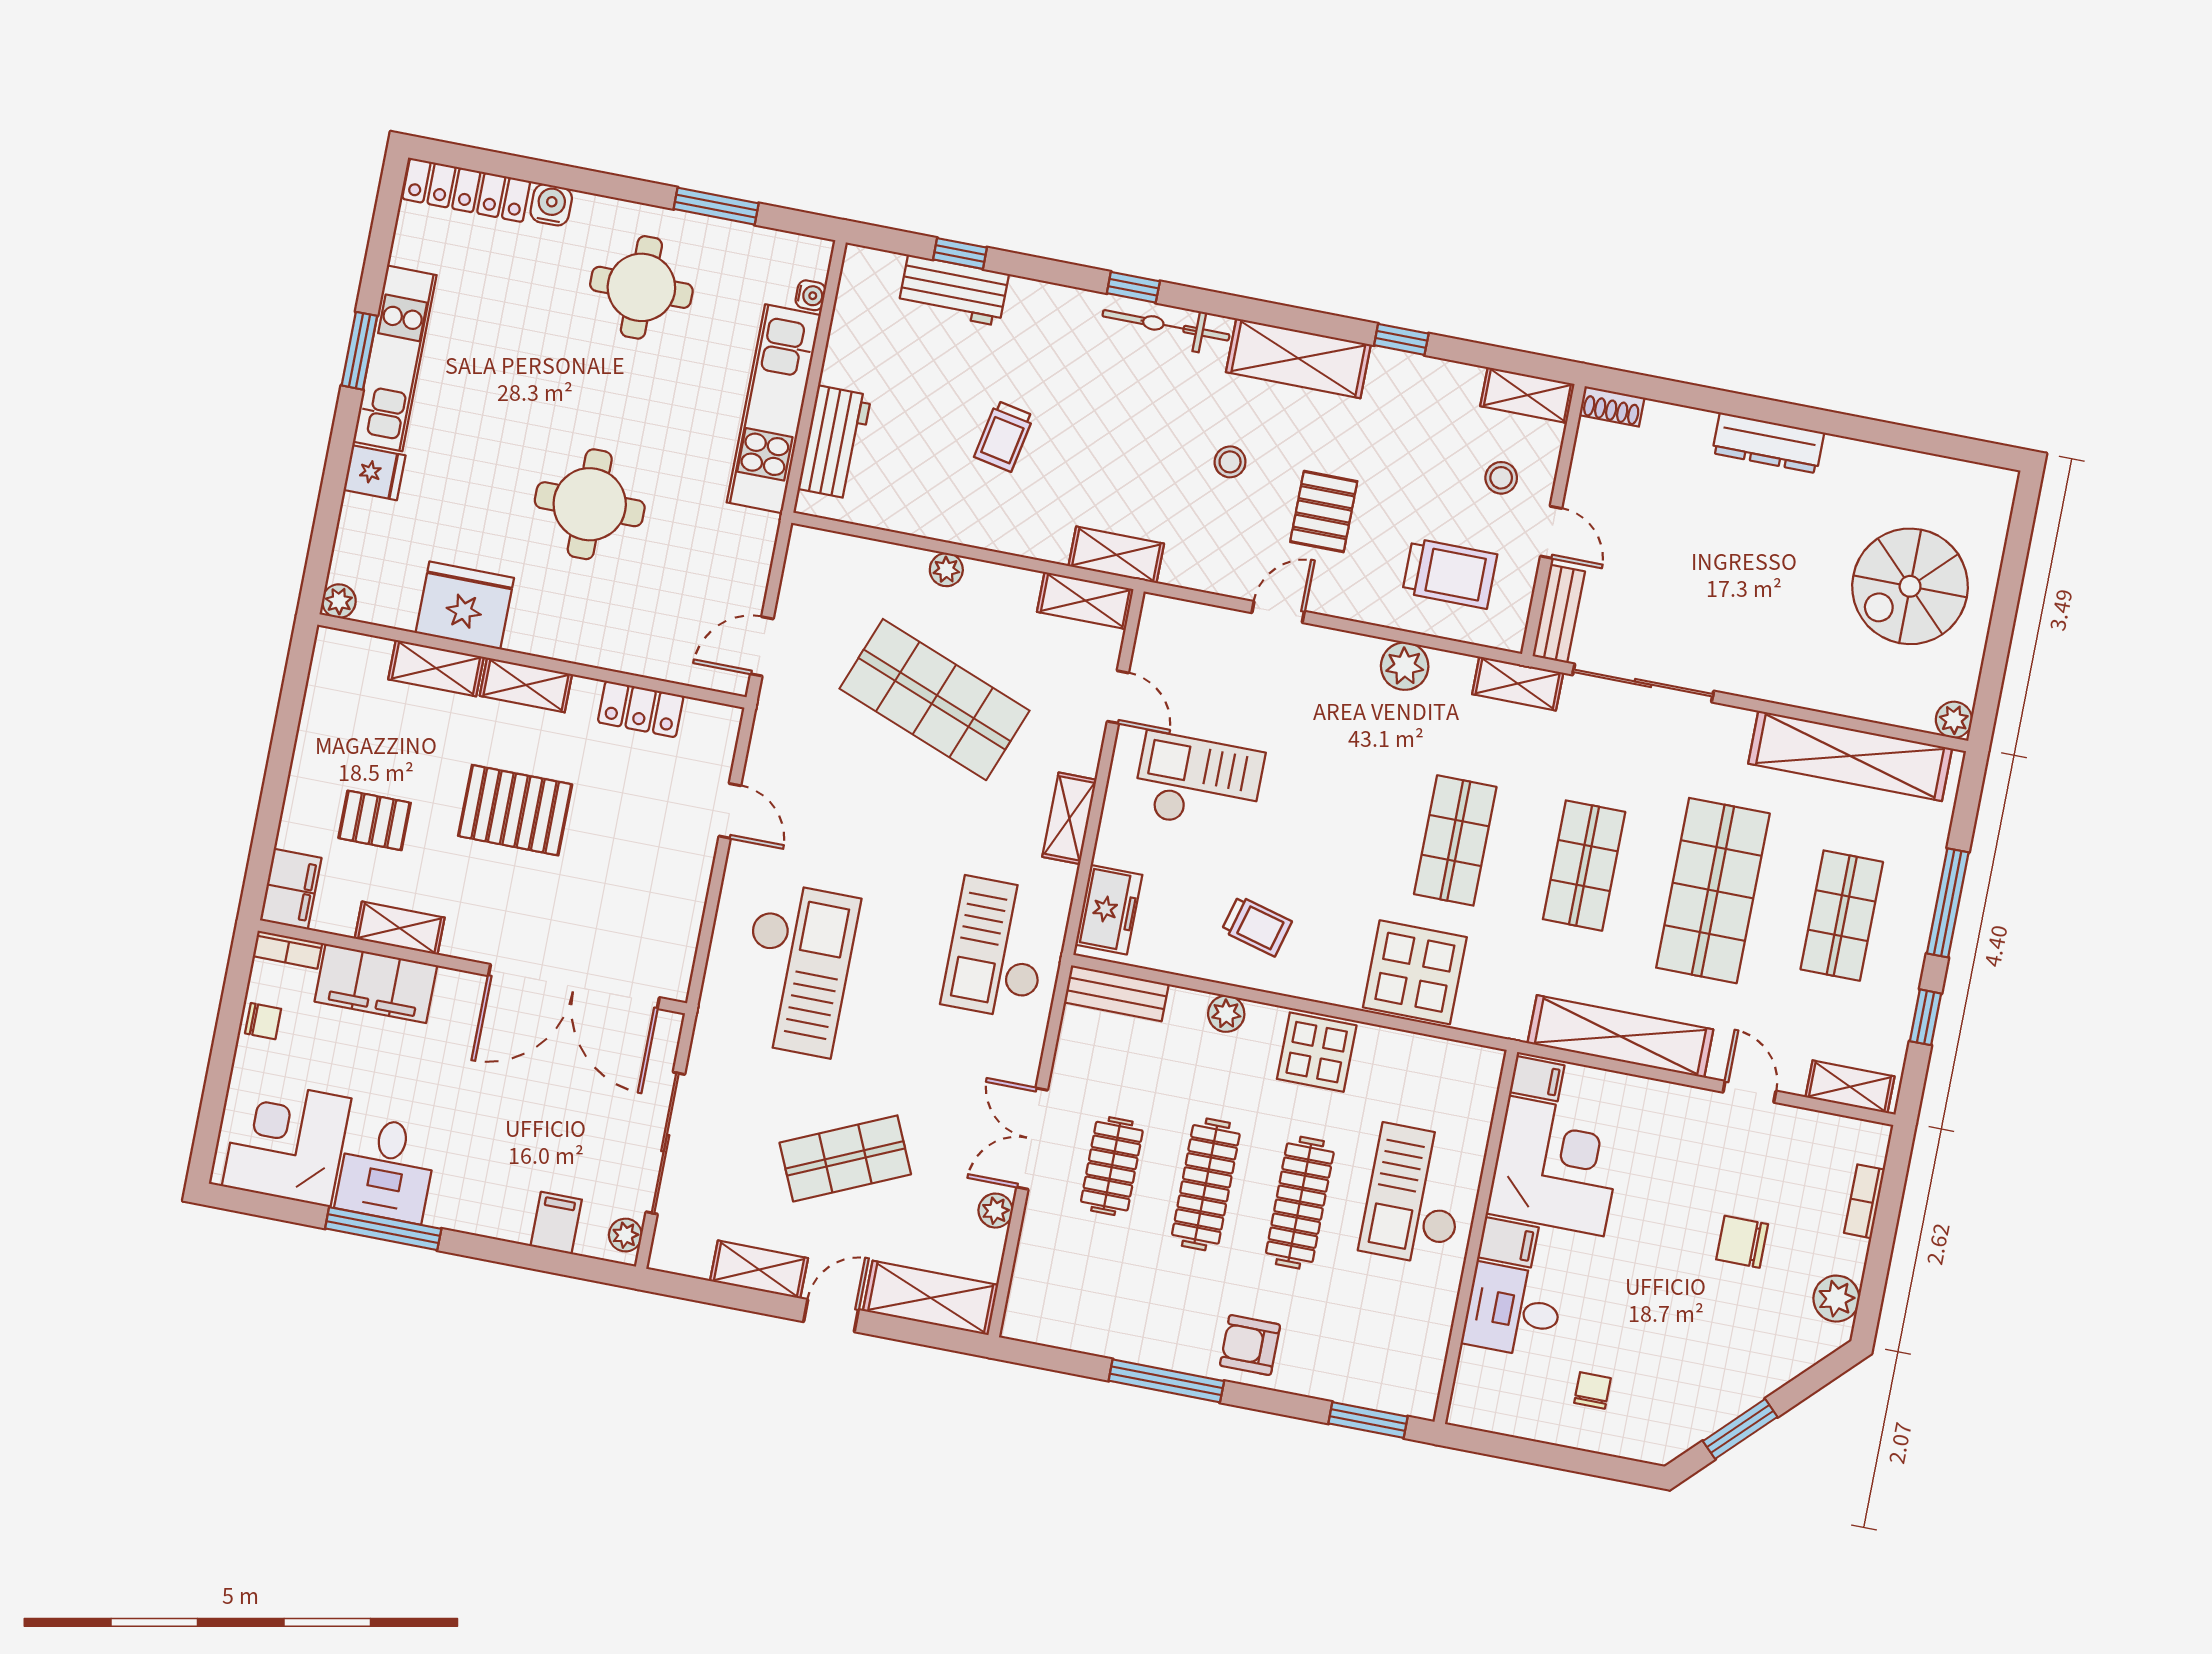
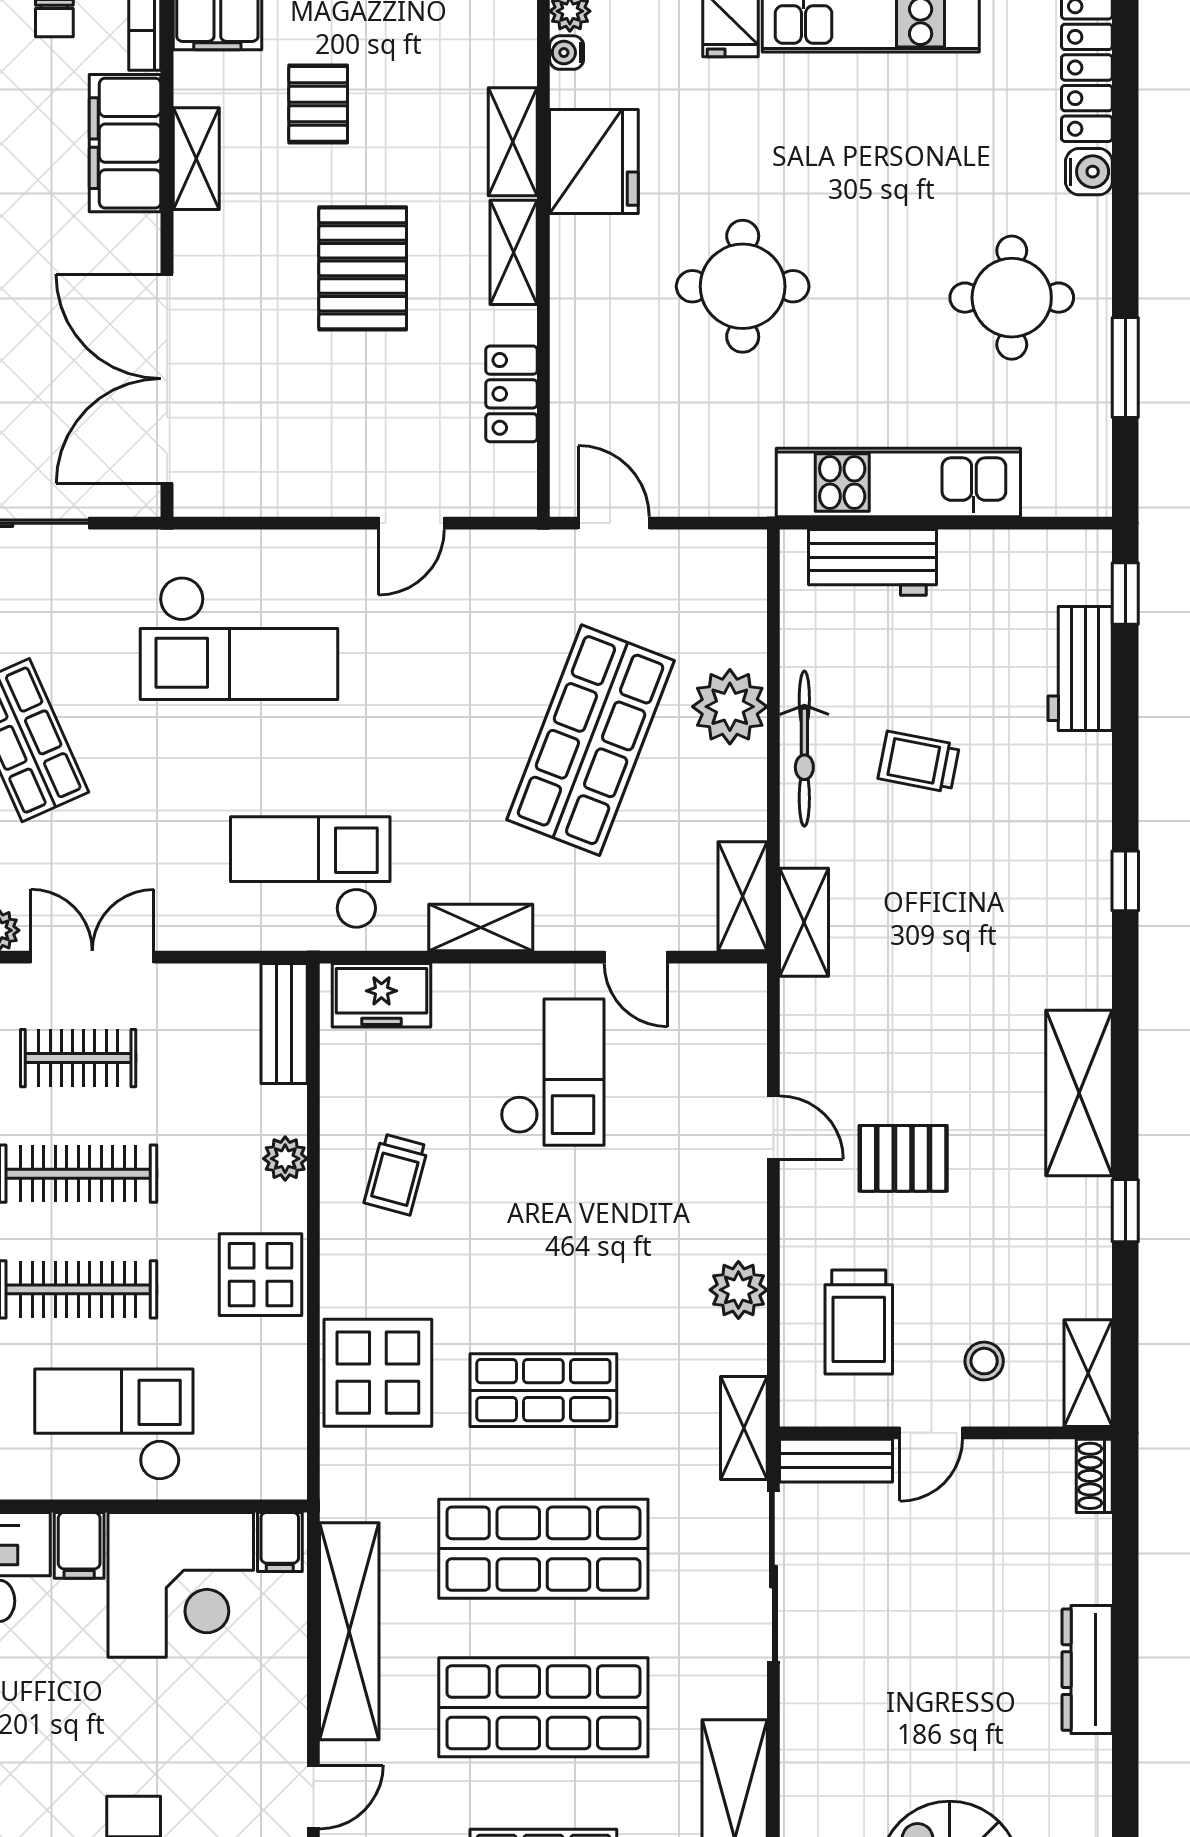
window: (960, 254) -> (1125, 593), moved
water cooler: (811, 295) -> (567, 53), moved, turned 90
bicycle: (1166, 325) -> (804, 749), moved, turned 180
stool: (1230, 462) -> (940, 1036), removed
plant: (946, 570) -> (730, 707), width x1.88, depth x1.88
door: (1118, 697) -> (636, 957), hinge flipped
shop shelf: (1584, 866) -> (543, 1549), width x1.43, depth x1.36

